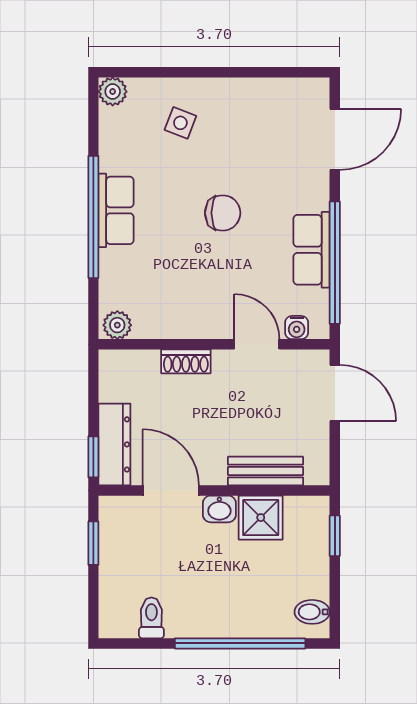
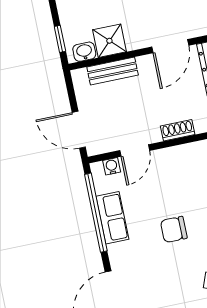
door: (257, 344) -> (135, 150), hinge flipped
door: (171, 490) -> (170, 46), hinge flipped
washbasin: (219, 509) -> (84, 52), moved

